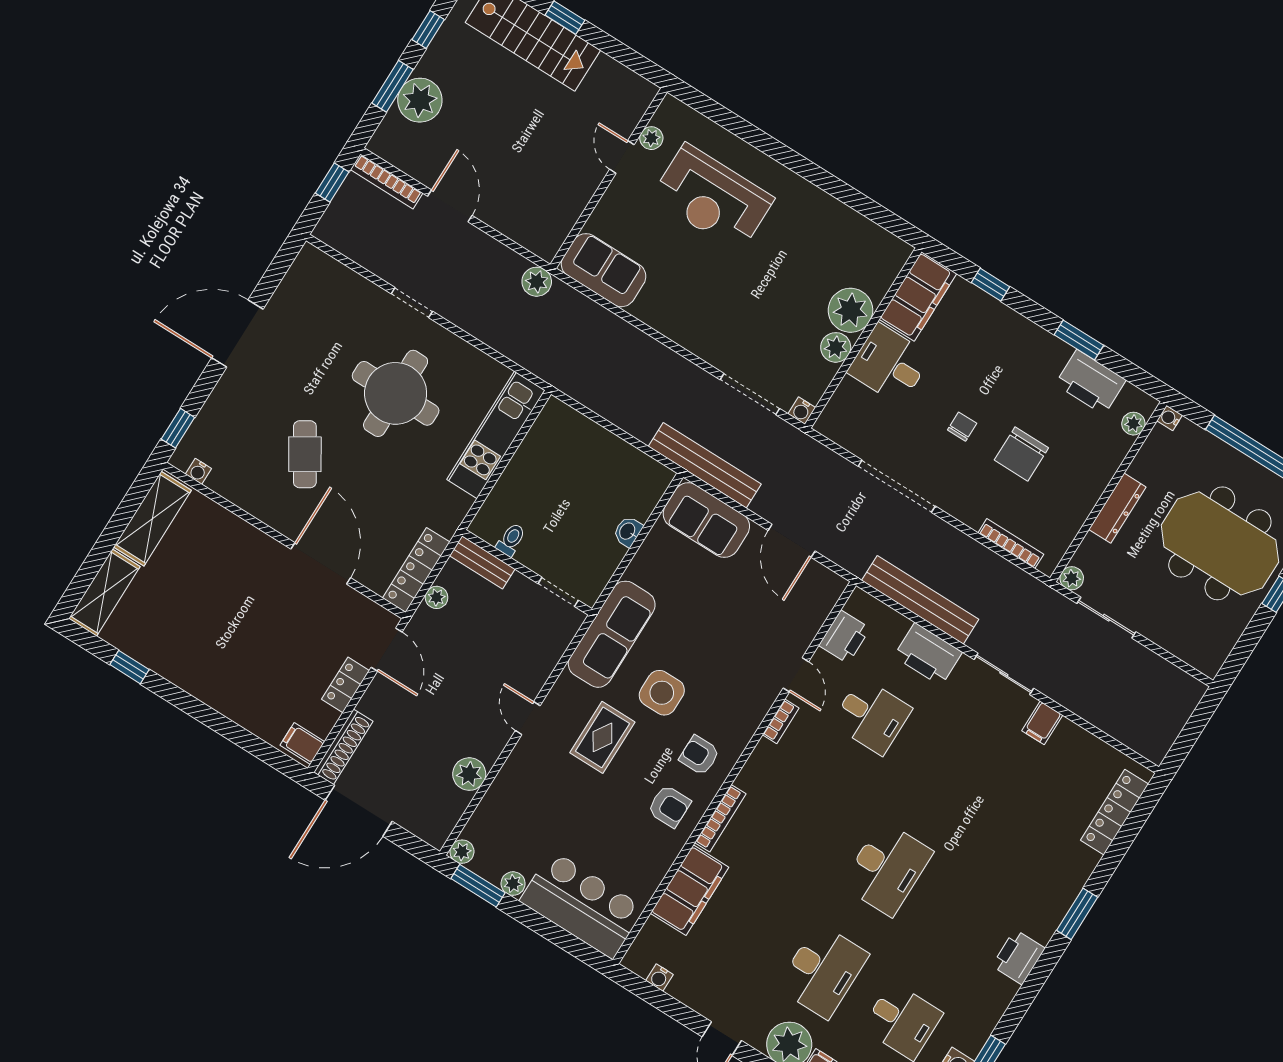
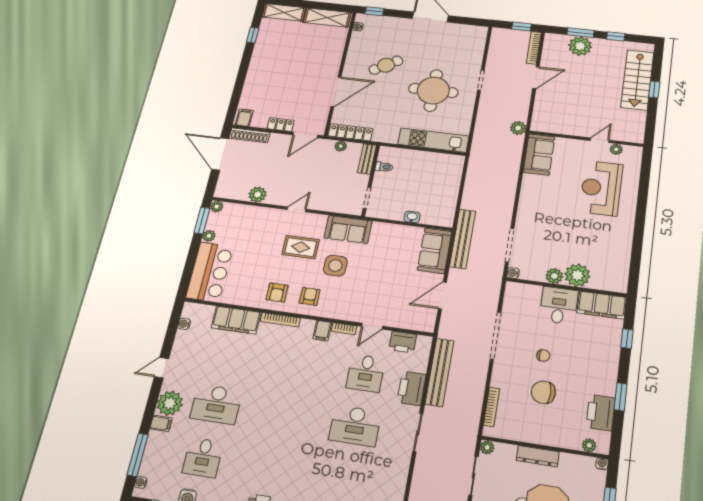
sofa: (612, 634) -> (348, 229), width x0.73
filing cabinet: (1042, 723) -> (322, 331), moved, turned -90
desk: (887, 868) -> (355, 426), moved

